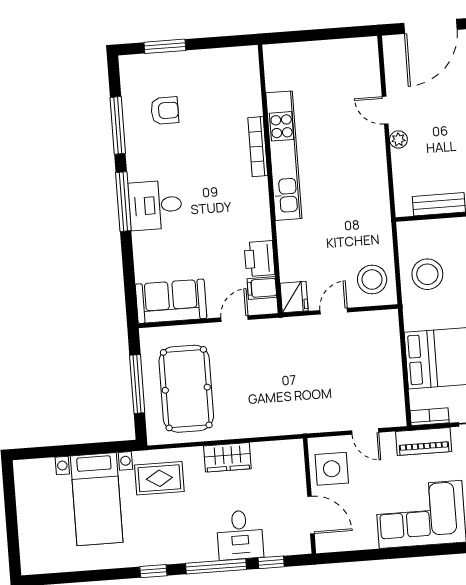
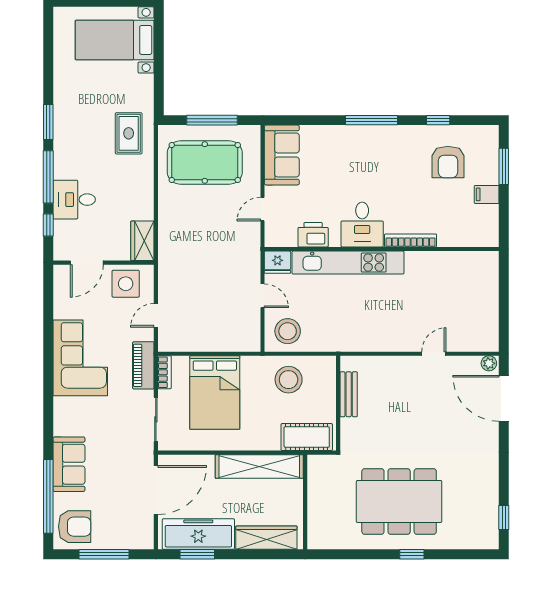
armchair: (165, 111) -> (448, 162), width x1.38, depth x1.38
window: (118, 125) -> (438, 120), width x0.46
plant: (398, 139) -> (489, 363), moved
kitchen unit: (284, 156) -> (348, 263), moved
desk: (155, 205) -> (362, 225), moved, turned 180
filing cabinet: (262, 288) -> (487, 194), moved, turned -90
door: (235, 319) -> (262, 209), swing flipped
wardrobe: (227, 457) -> (142, 241), moved
bed with nightstands: (97, 499) -> (115, 40), moved
window: (153, 571) -> (48, 122), width x1.50

